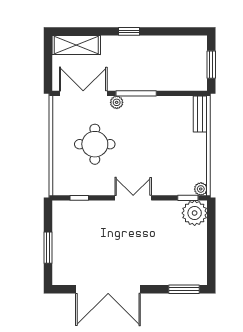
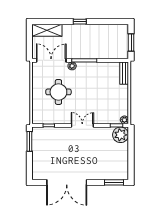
window: (48, 248) -> (29, 141), moved

